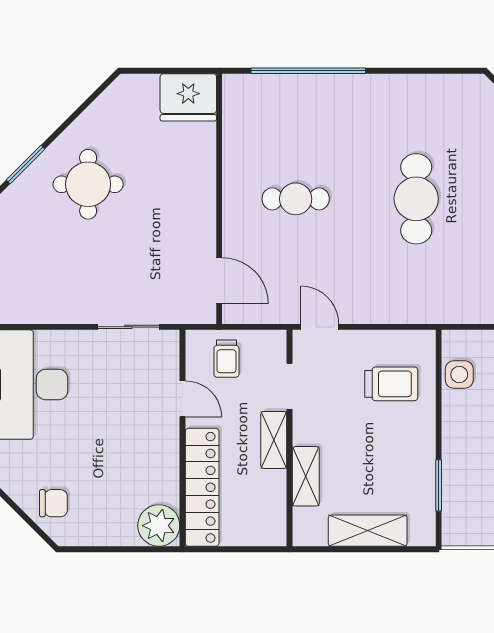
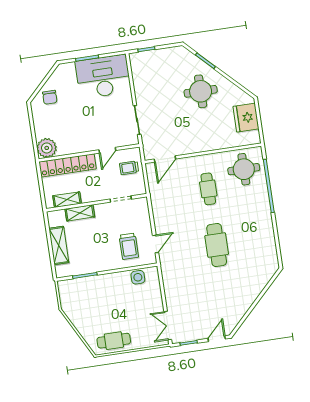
fridge: (188, 97) -> (246, 118), moved
round table: (265, 118) -> (244, 169), added
cafe table: (416, 199) -> (217, 245), turned 90
door: (320, 327) -> (156, 244), moved
shelving: (274, 440) -> (67, 200), moved

